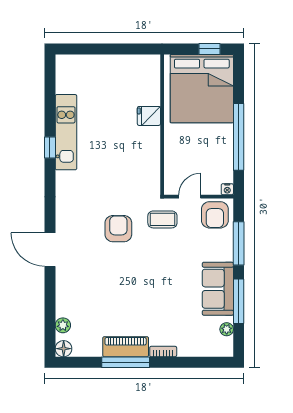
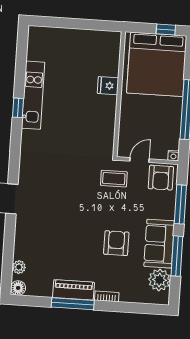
armchair: (118, 229) -> (116, 243), moved
plant: (227, 329) -> (159, 280), width x1.88, depth x1.88

